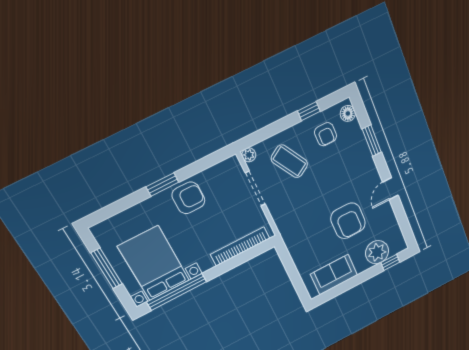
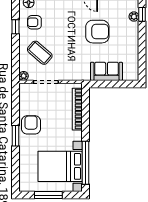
armchair: (326, 134) -> (34, 22), turned 180
coffee table: (289, 161) -> (40, 53), turned 72
plant: (377, 252) -> (134, 17), width x0.53, depth x0.53
sofa: (334, 275) -> (107, 71), moved, turned 90

